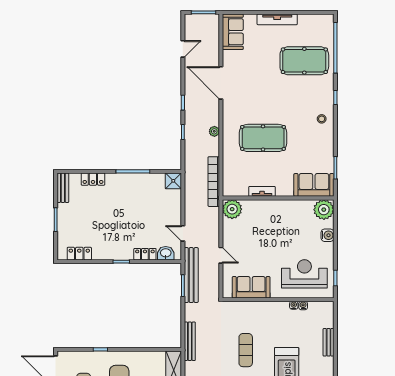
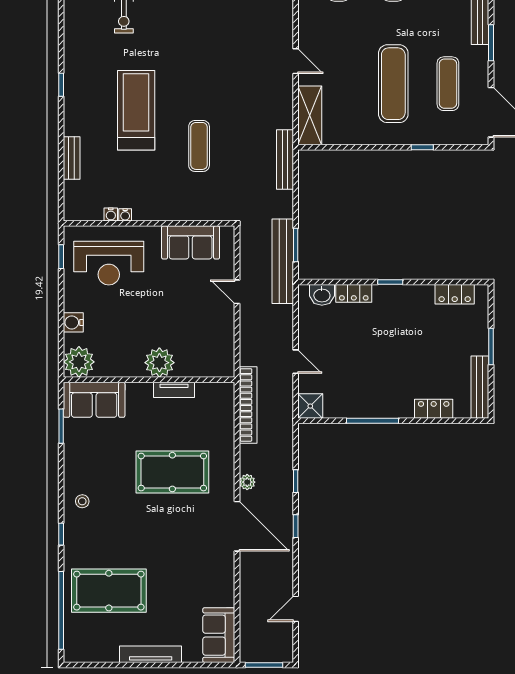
door: (221, 83) -> (237, 526), moved
bench: (63, 188) -> (480, 387), width x1.36
plant: (232, 209) -> (159, 363), moved
door: (183, 233) -> (296, 362), moved

